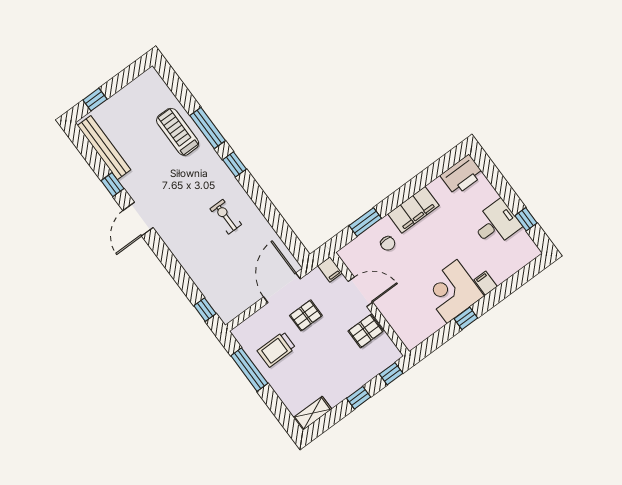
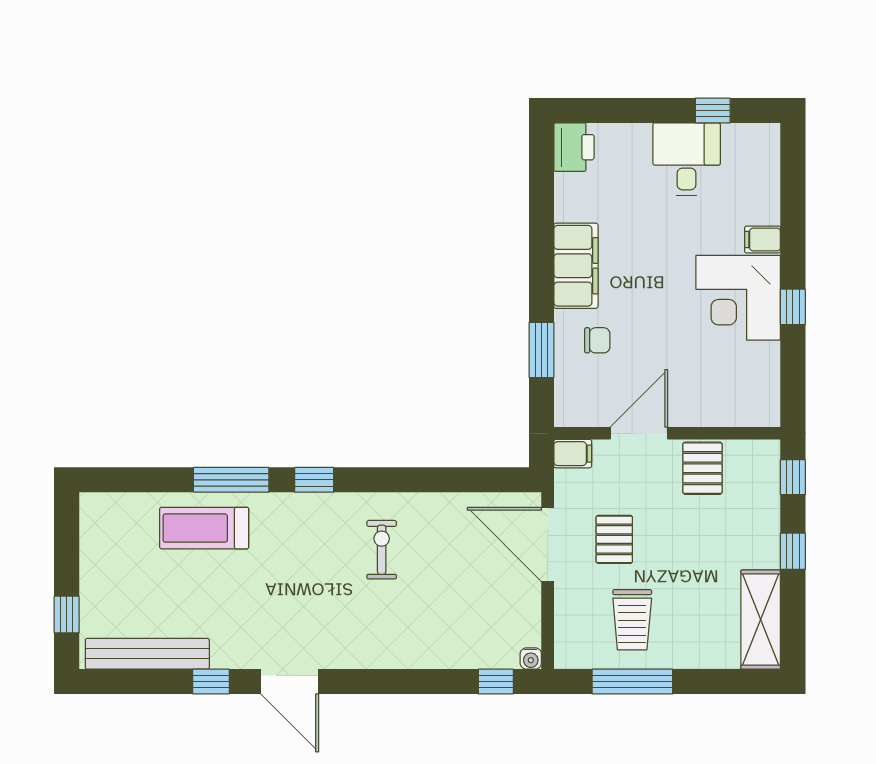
printer: (462, 175) -> (574, 147), width x0.73, depth x0.84
exercise bike: (226, 217) -> (382, 550), turned 90
water cooler: (226, 317) -> (531, 658), added
shelving: (313, 413) -> (761, 620), width x1.50, depth x1.33

